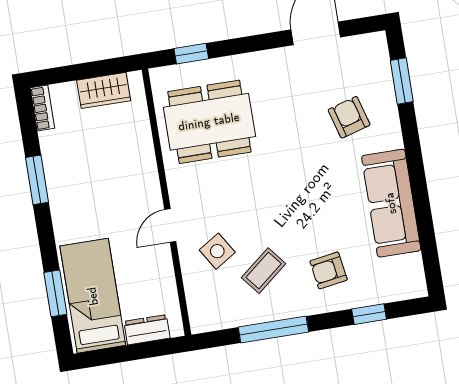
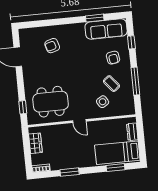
window: (402, 81) -> (95, 18), moved
dining table: (209, 122) -> (51, 102), turned 90
sofa: (391, 203) -> (106, 29), moved
door: (170, 225) -> (79, 121), moved

